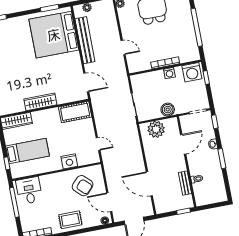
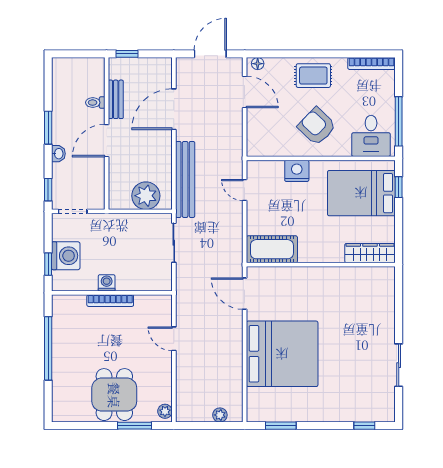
bed: (54, 35) -> (282, 354), moved
bench: (85, 40) -> (185, 179), moved
washing machine: (192, 72) -> (66, 256), moved, turned 90
wardrobe: (40, 102) -> (325, 276), removed
boiler: (168, 110) -> (121, 224), removed
door: (183, 144) -> (107, 141), moved
bed: (27, 151) -> (361, 193), width x1.50
door: (149, 184) -> (174, 109), swing flipped
armchair: (83, 186) -> (317, 126), moved

